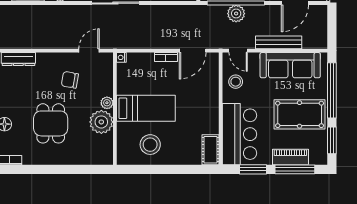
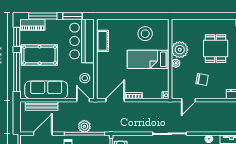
bench: (279, 42) -> (42, 106), moved
cot: (211, 150) -> (103, 41), moved
piano: (290, 157) -> (32, 25), moved

